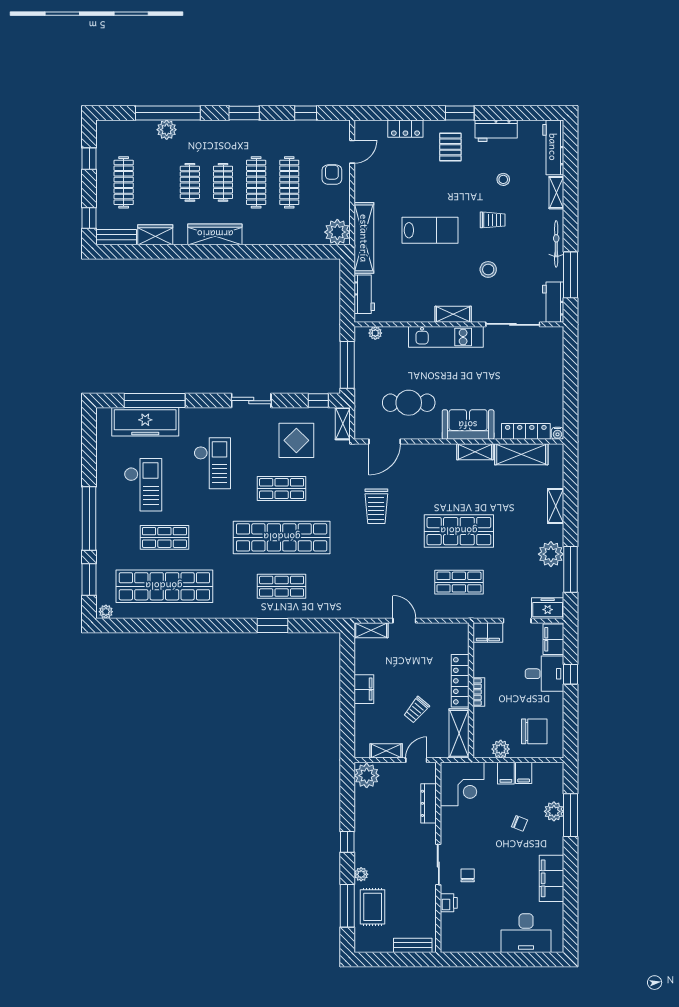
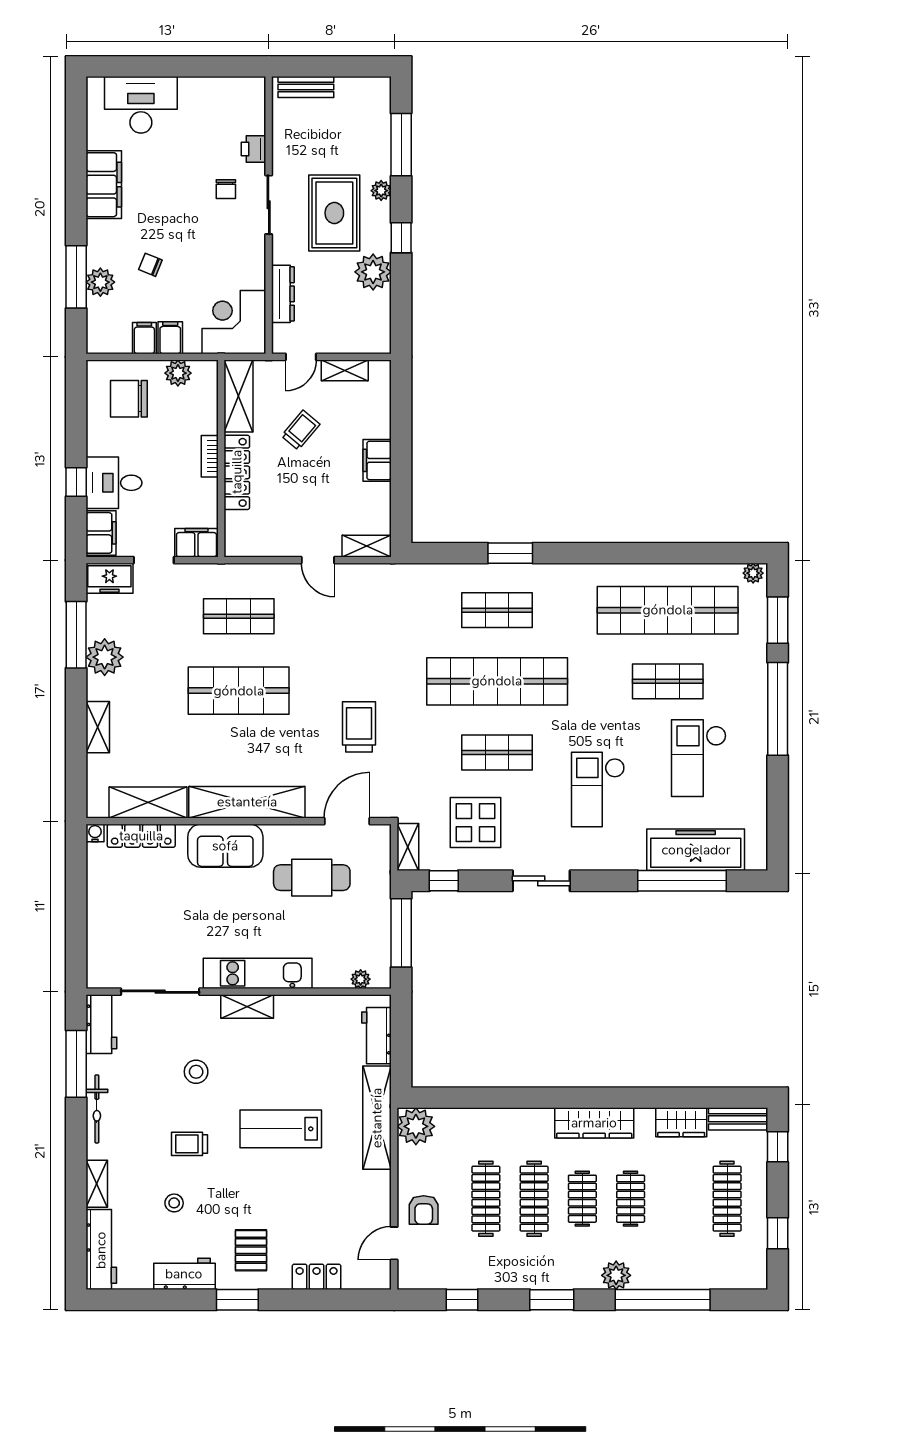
plant: (167, 130) -> (616, 1275), moved
shelving: (475, 452) -> (247, 802), width x2.20, depth x1.33
plant: (367, 776) -> (373, 272), moved
rug: (373, 907) -> (334, 213), moved, width x1.36, depth x1.43

